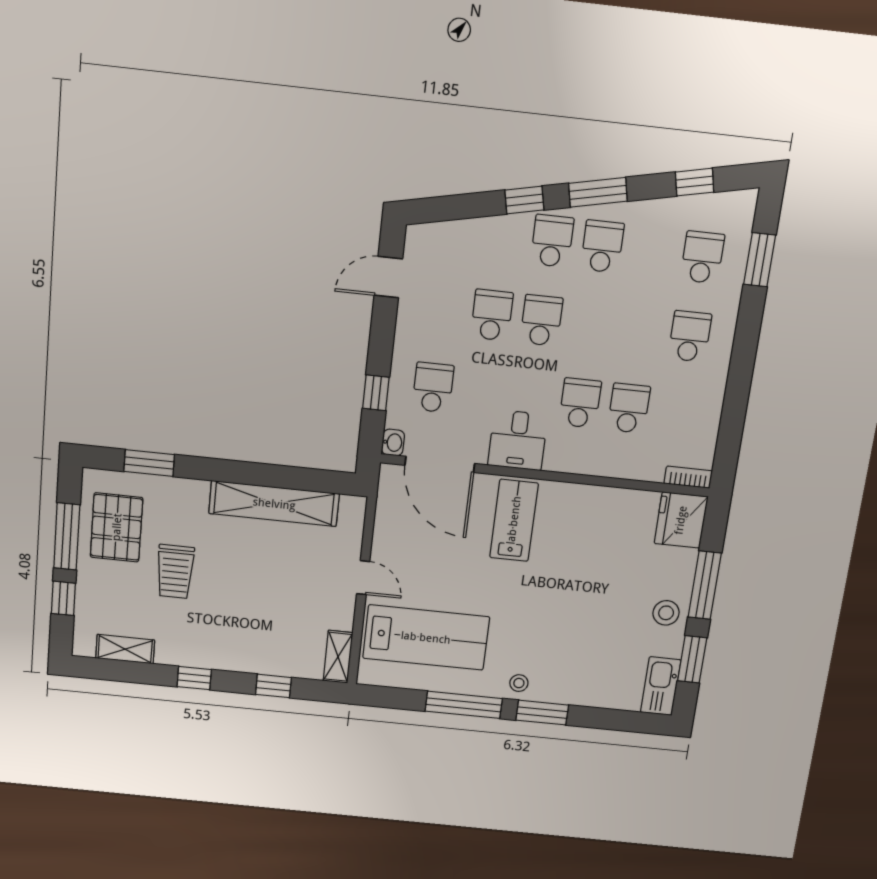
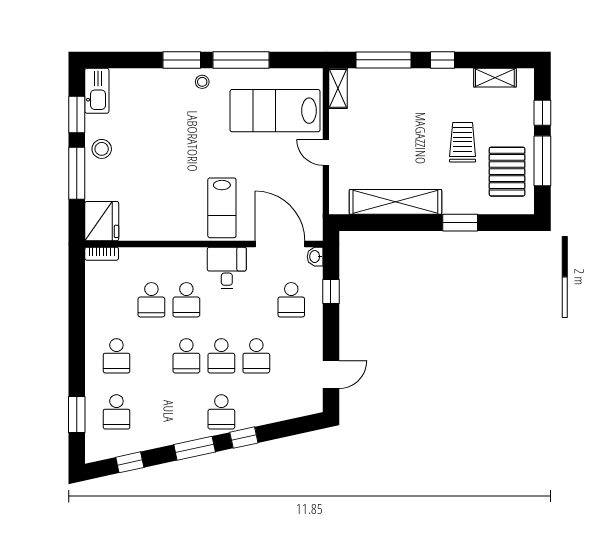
school desk: (602, 246) -> (186, 356), moved
window: (149, 463) -> (460, 223), moved
window: (273, 686) -> (384, 60), width x2.17

